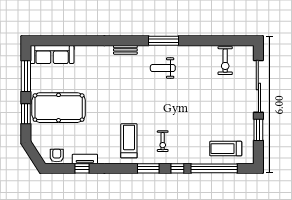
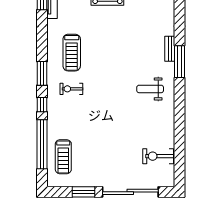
window: (163, 41) -> (180, 62), moved
weight bench: (163, 68) -> (150, 89), turned -90
treadmill: (129, 141) -> (72, 53), turned 90
treadmill: (226, 149) -> (63, 157), turned 180

